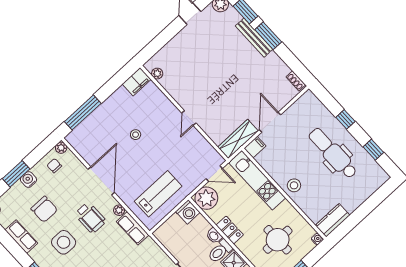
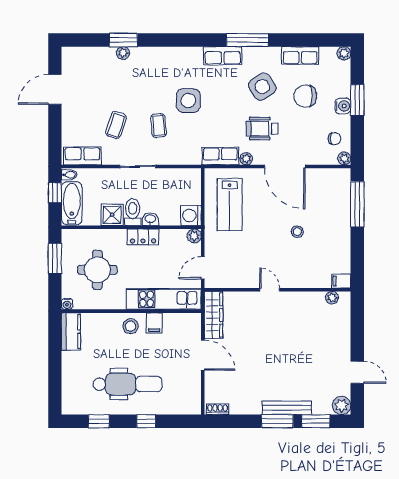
filing cabinet: (137, 82) -> (341, 281), width x0.50
filing cabinet: (255, 147) -> (154, 323), moved
plant: (206, 198) -> (194, 236), width x0.53, depth x0.53
side table: (64, 242) -> (262, 87), turned -33

